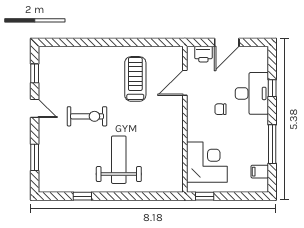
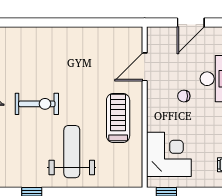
printer: (203, 54) -> (165, 35), removed
treadmill: (135, 79) -> (118, 118), moved

